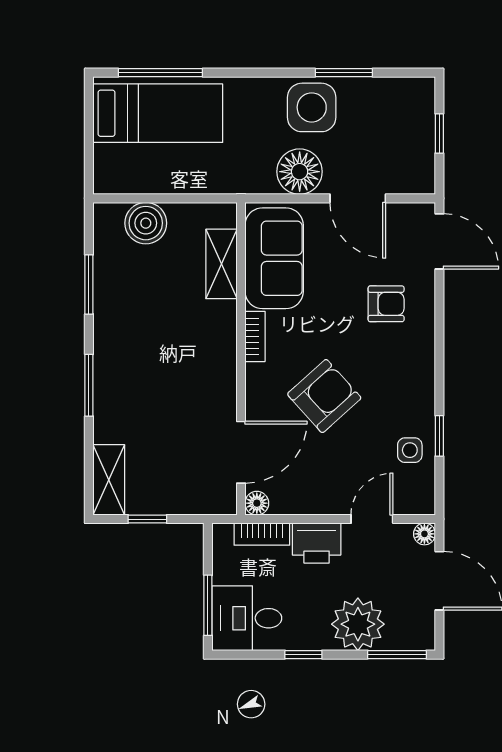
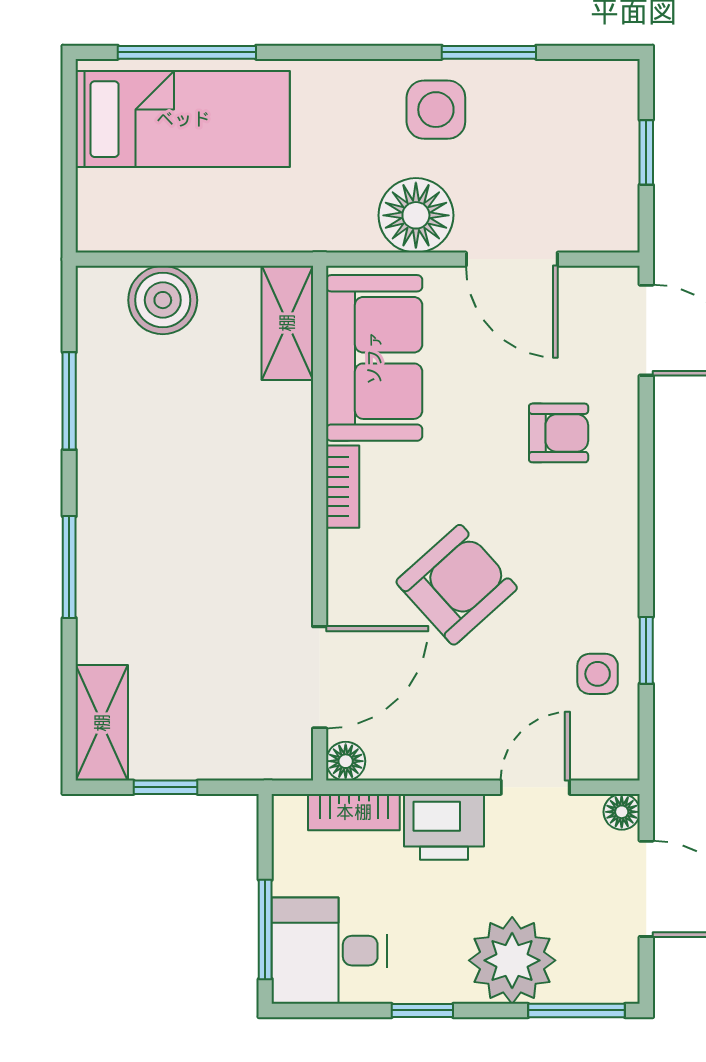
side table: (312, 107) -> (436, 110), width x0.73, depth x0.73
shelving: (221, 264) -> (287, 323), moved

